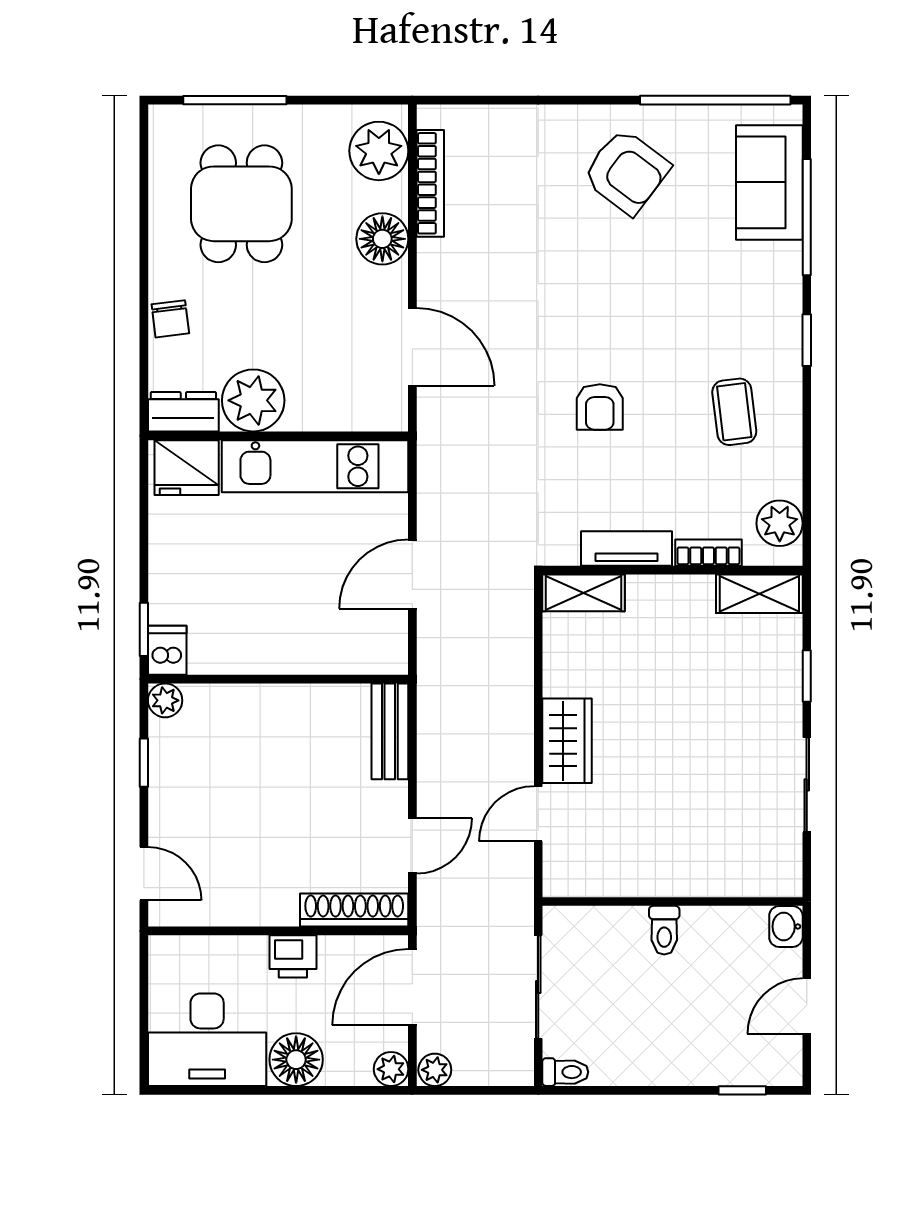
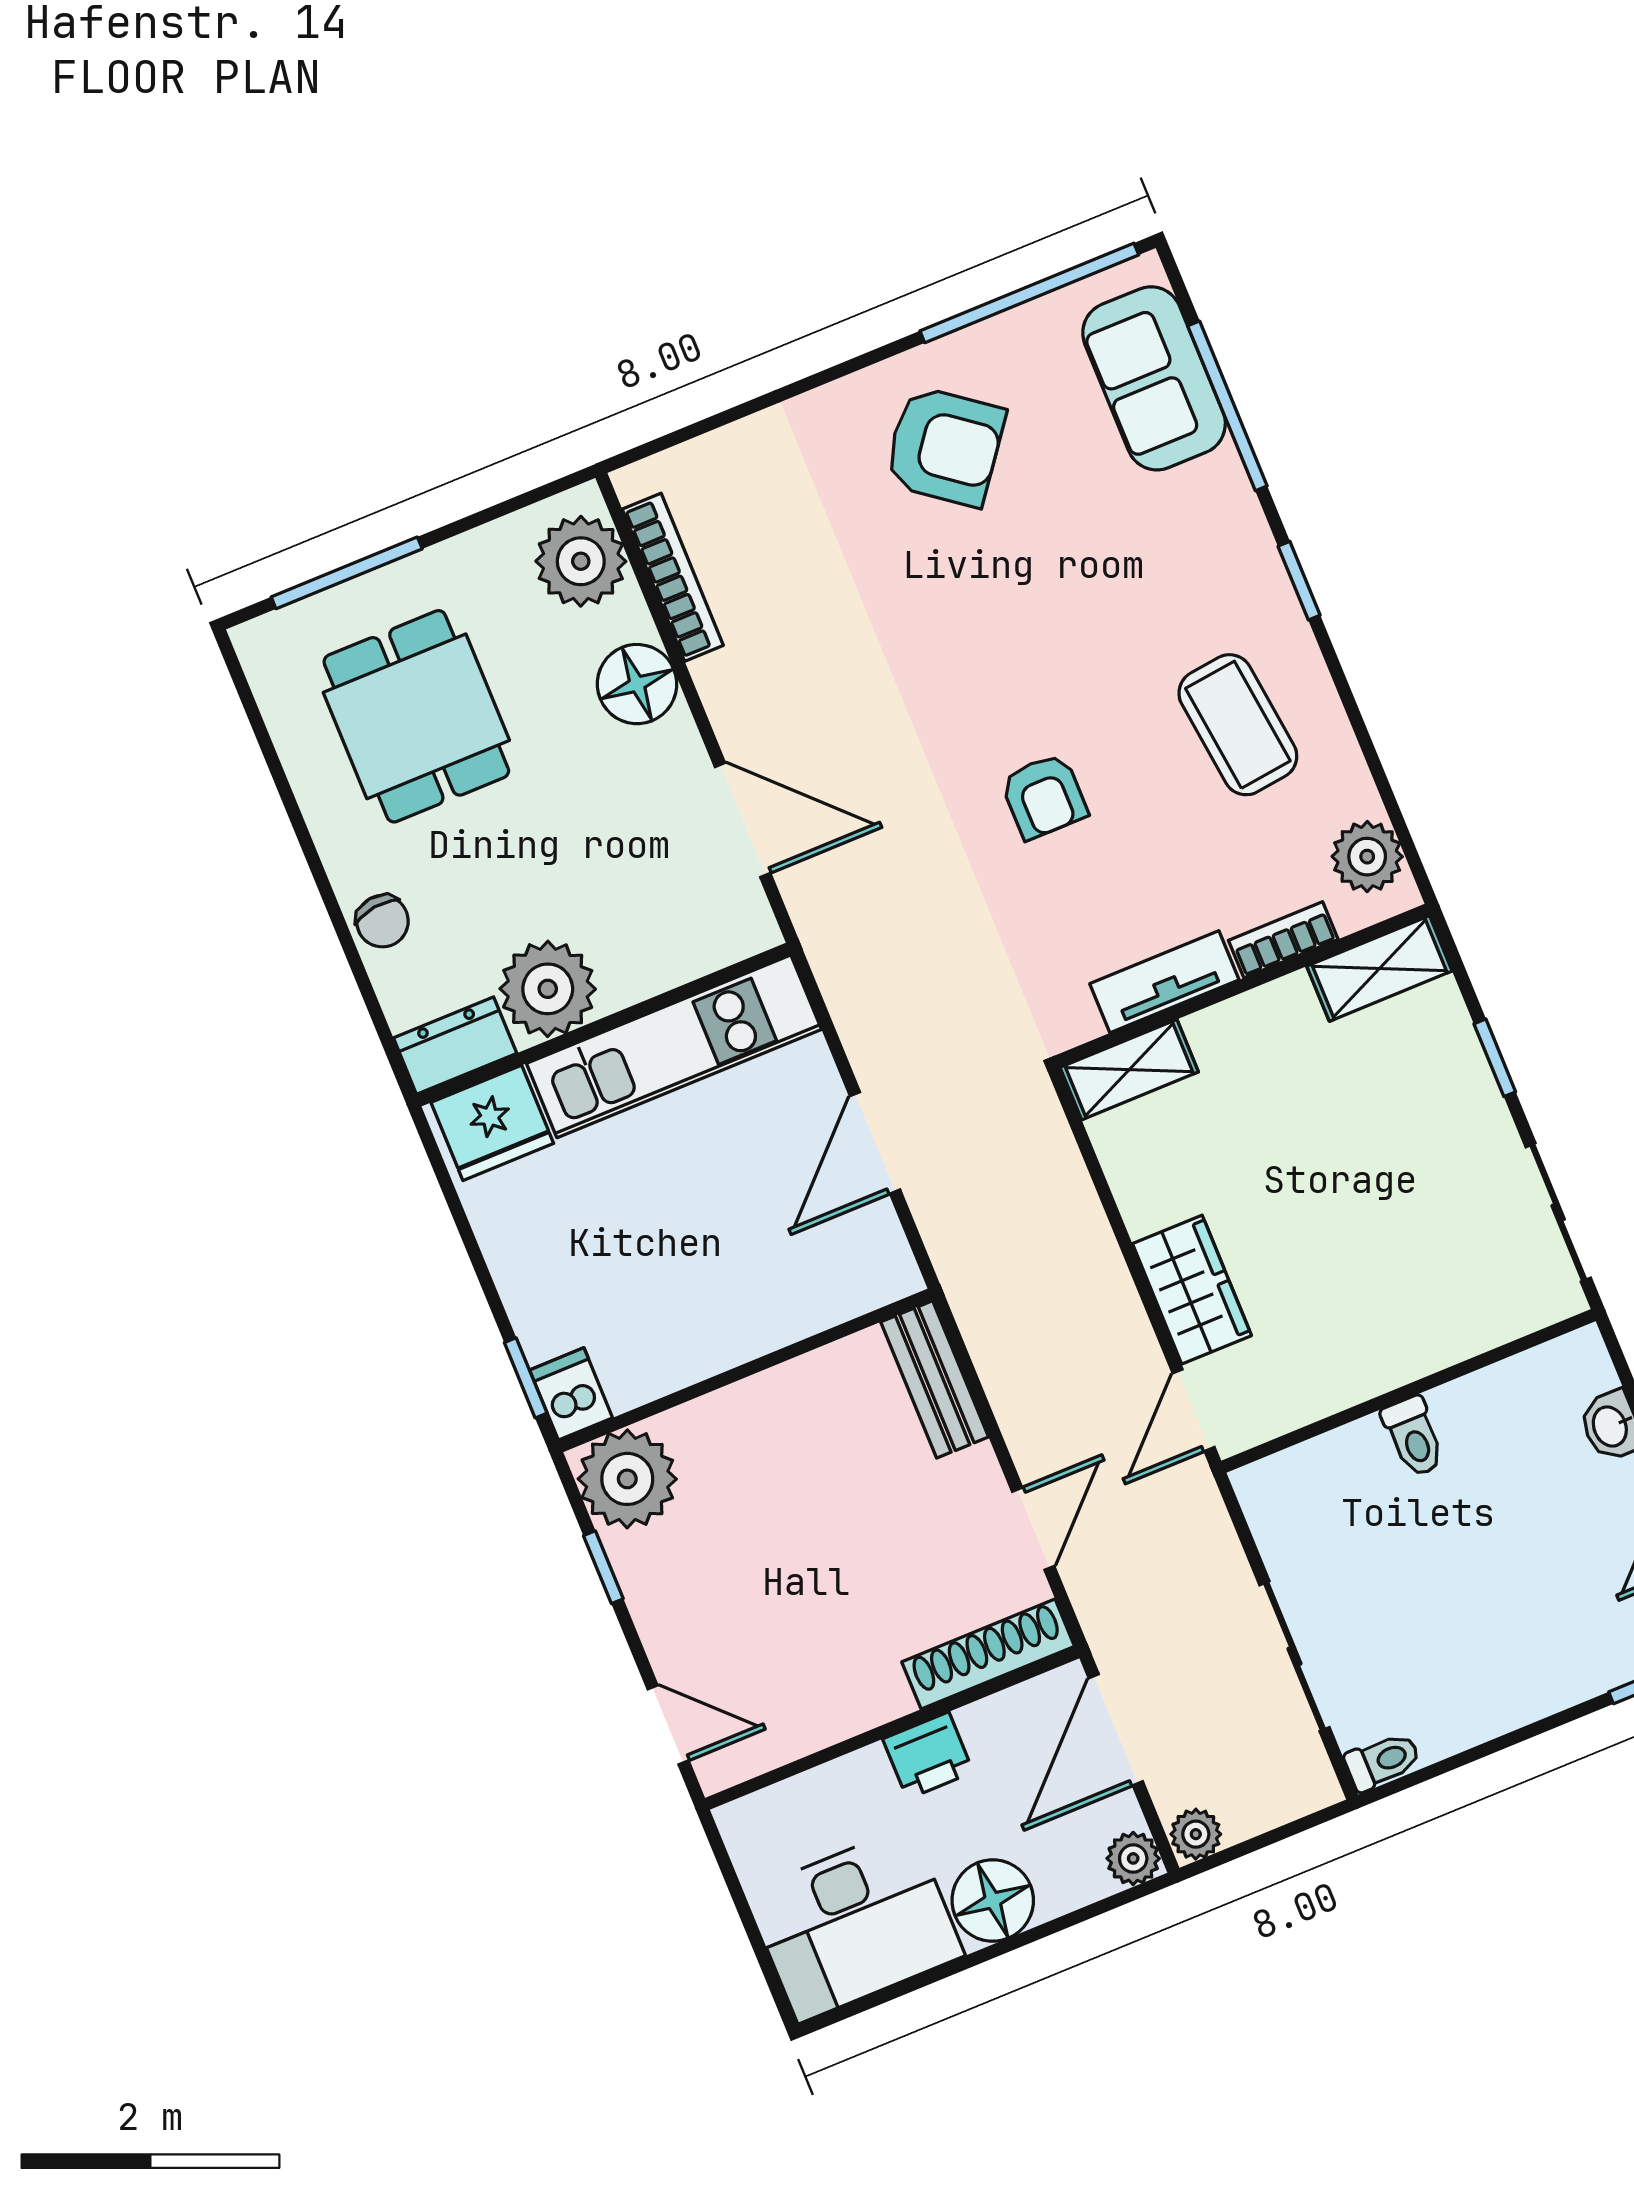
coffee table: (734, 412) -> (1238, 725), width x1.36, depth x1.30
plant: (165, 700) -> (627, 1479), width x1.87, depth x1.87
wall: (672, 902) -> (1409, 1391), moved
toilet: (664, 930) -> (1414, 1436), moved

